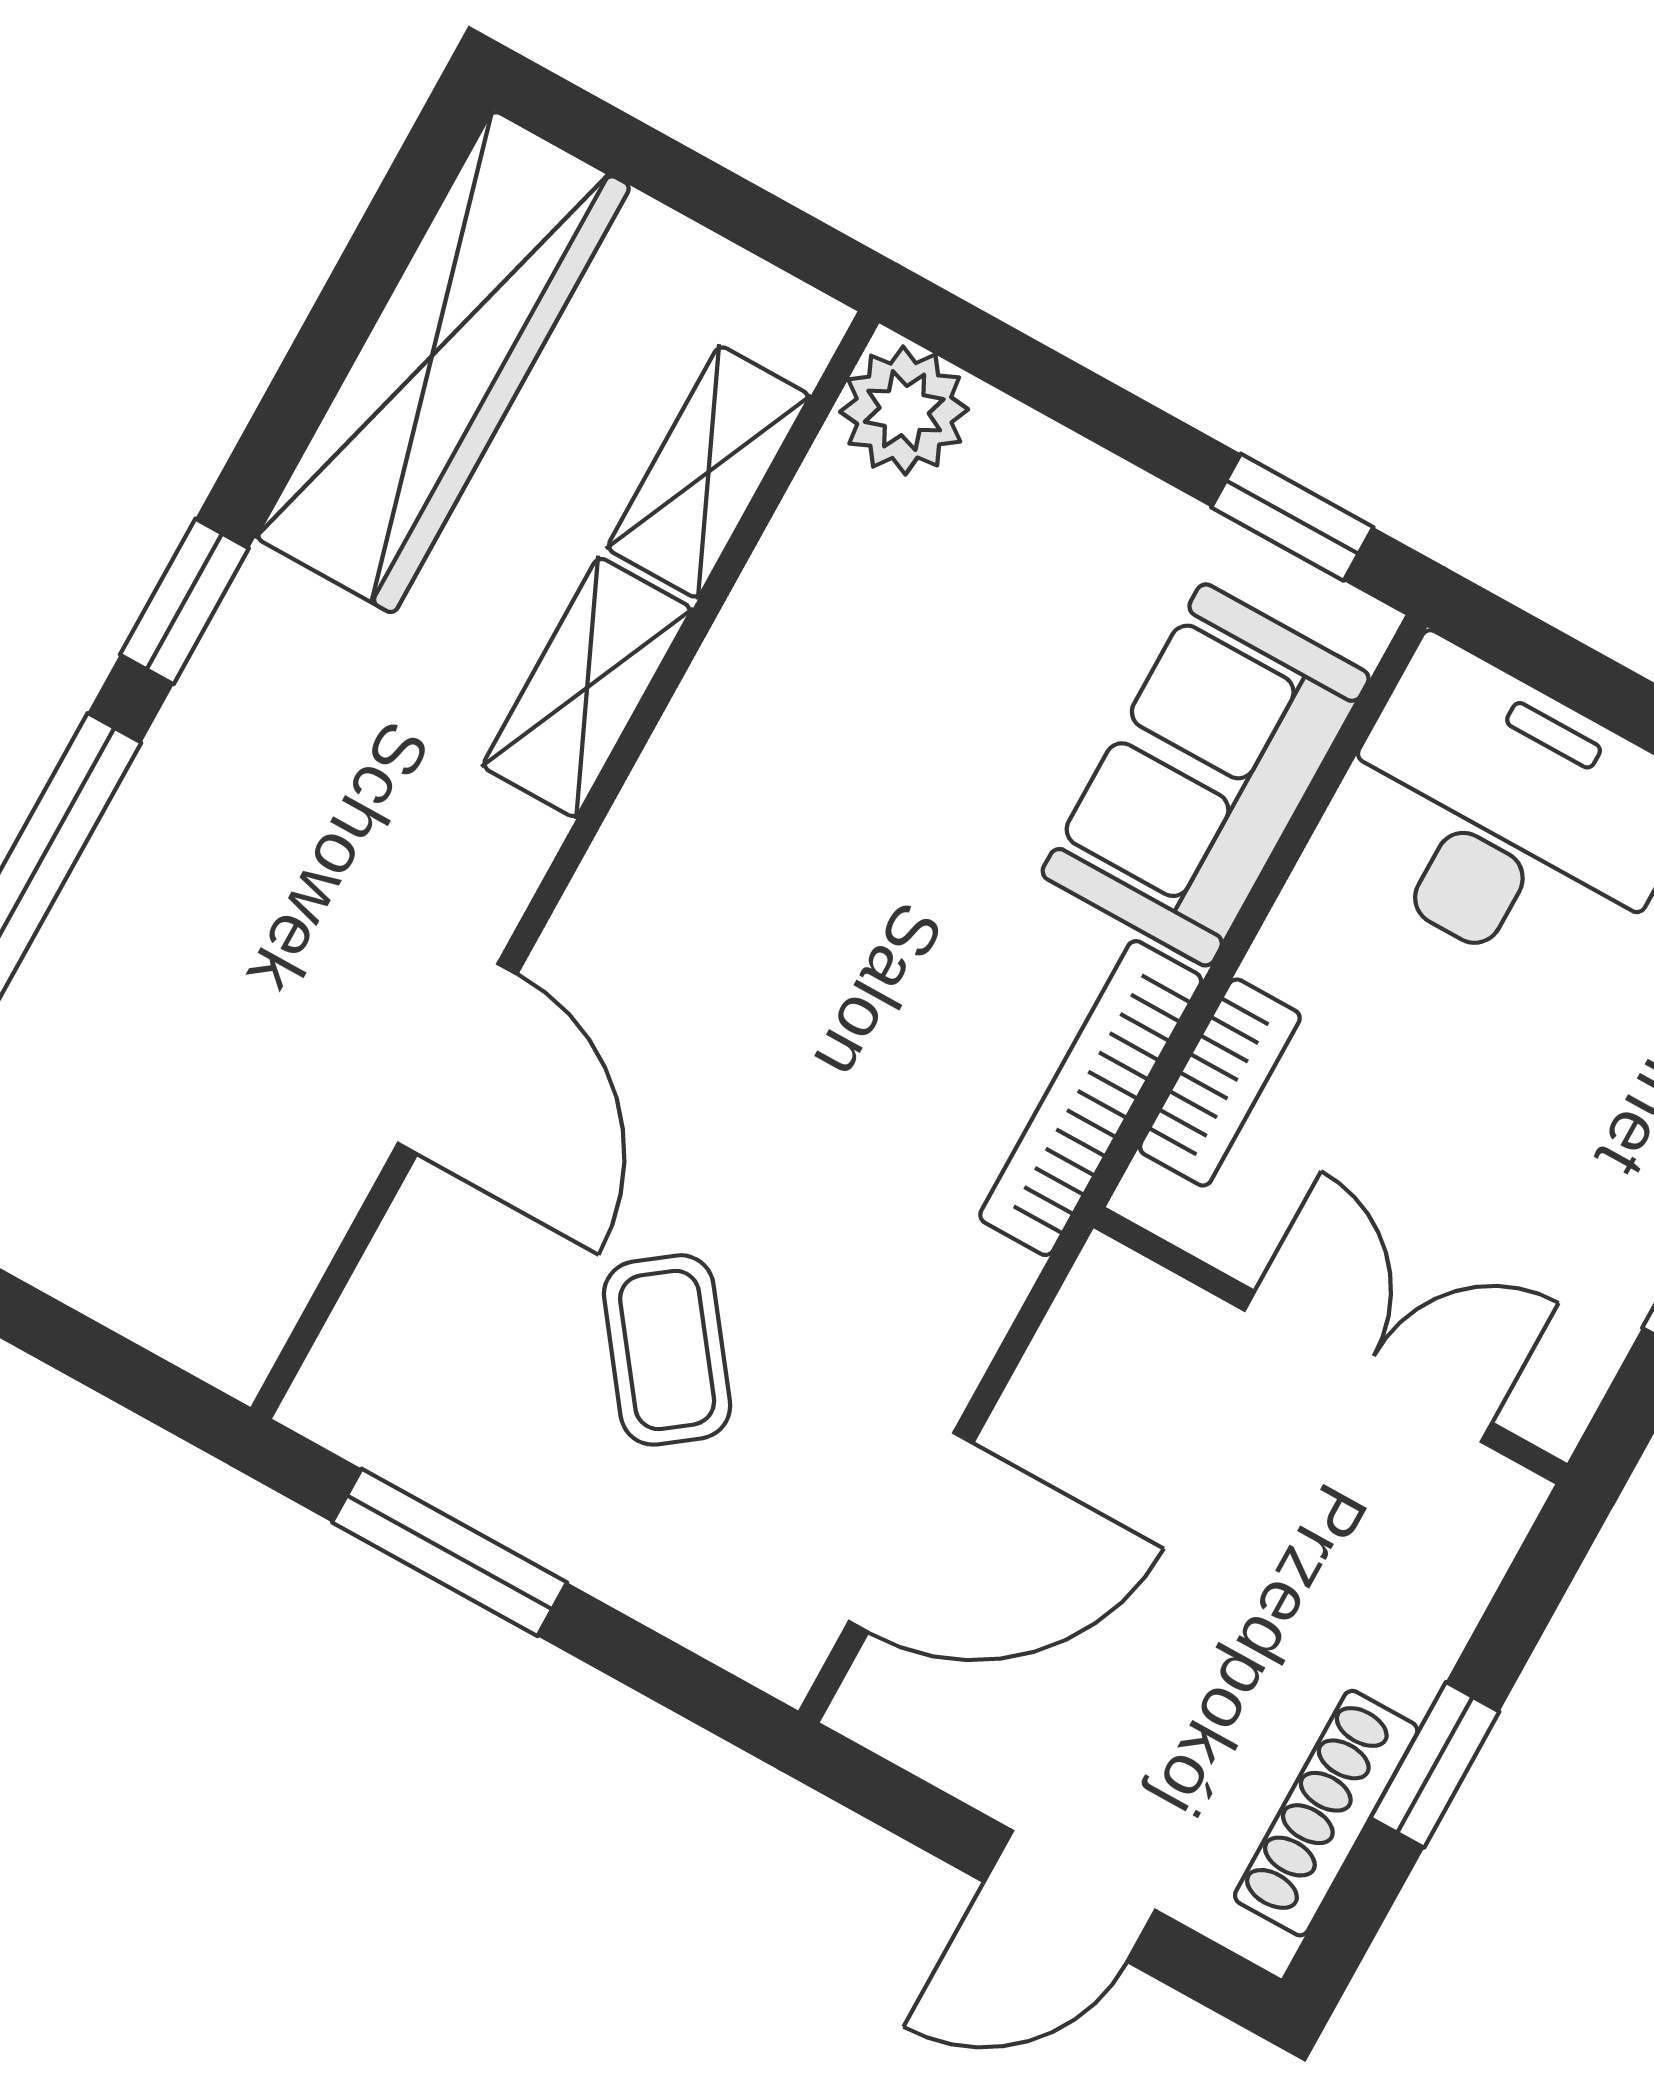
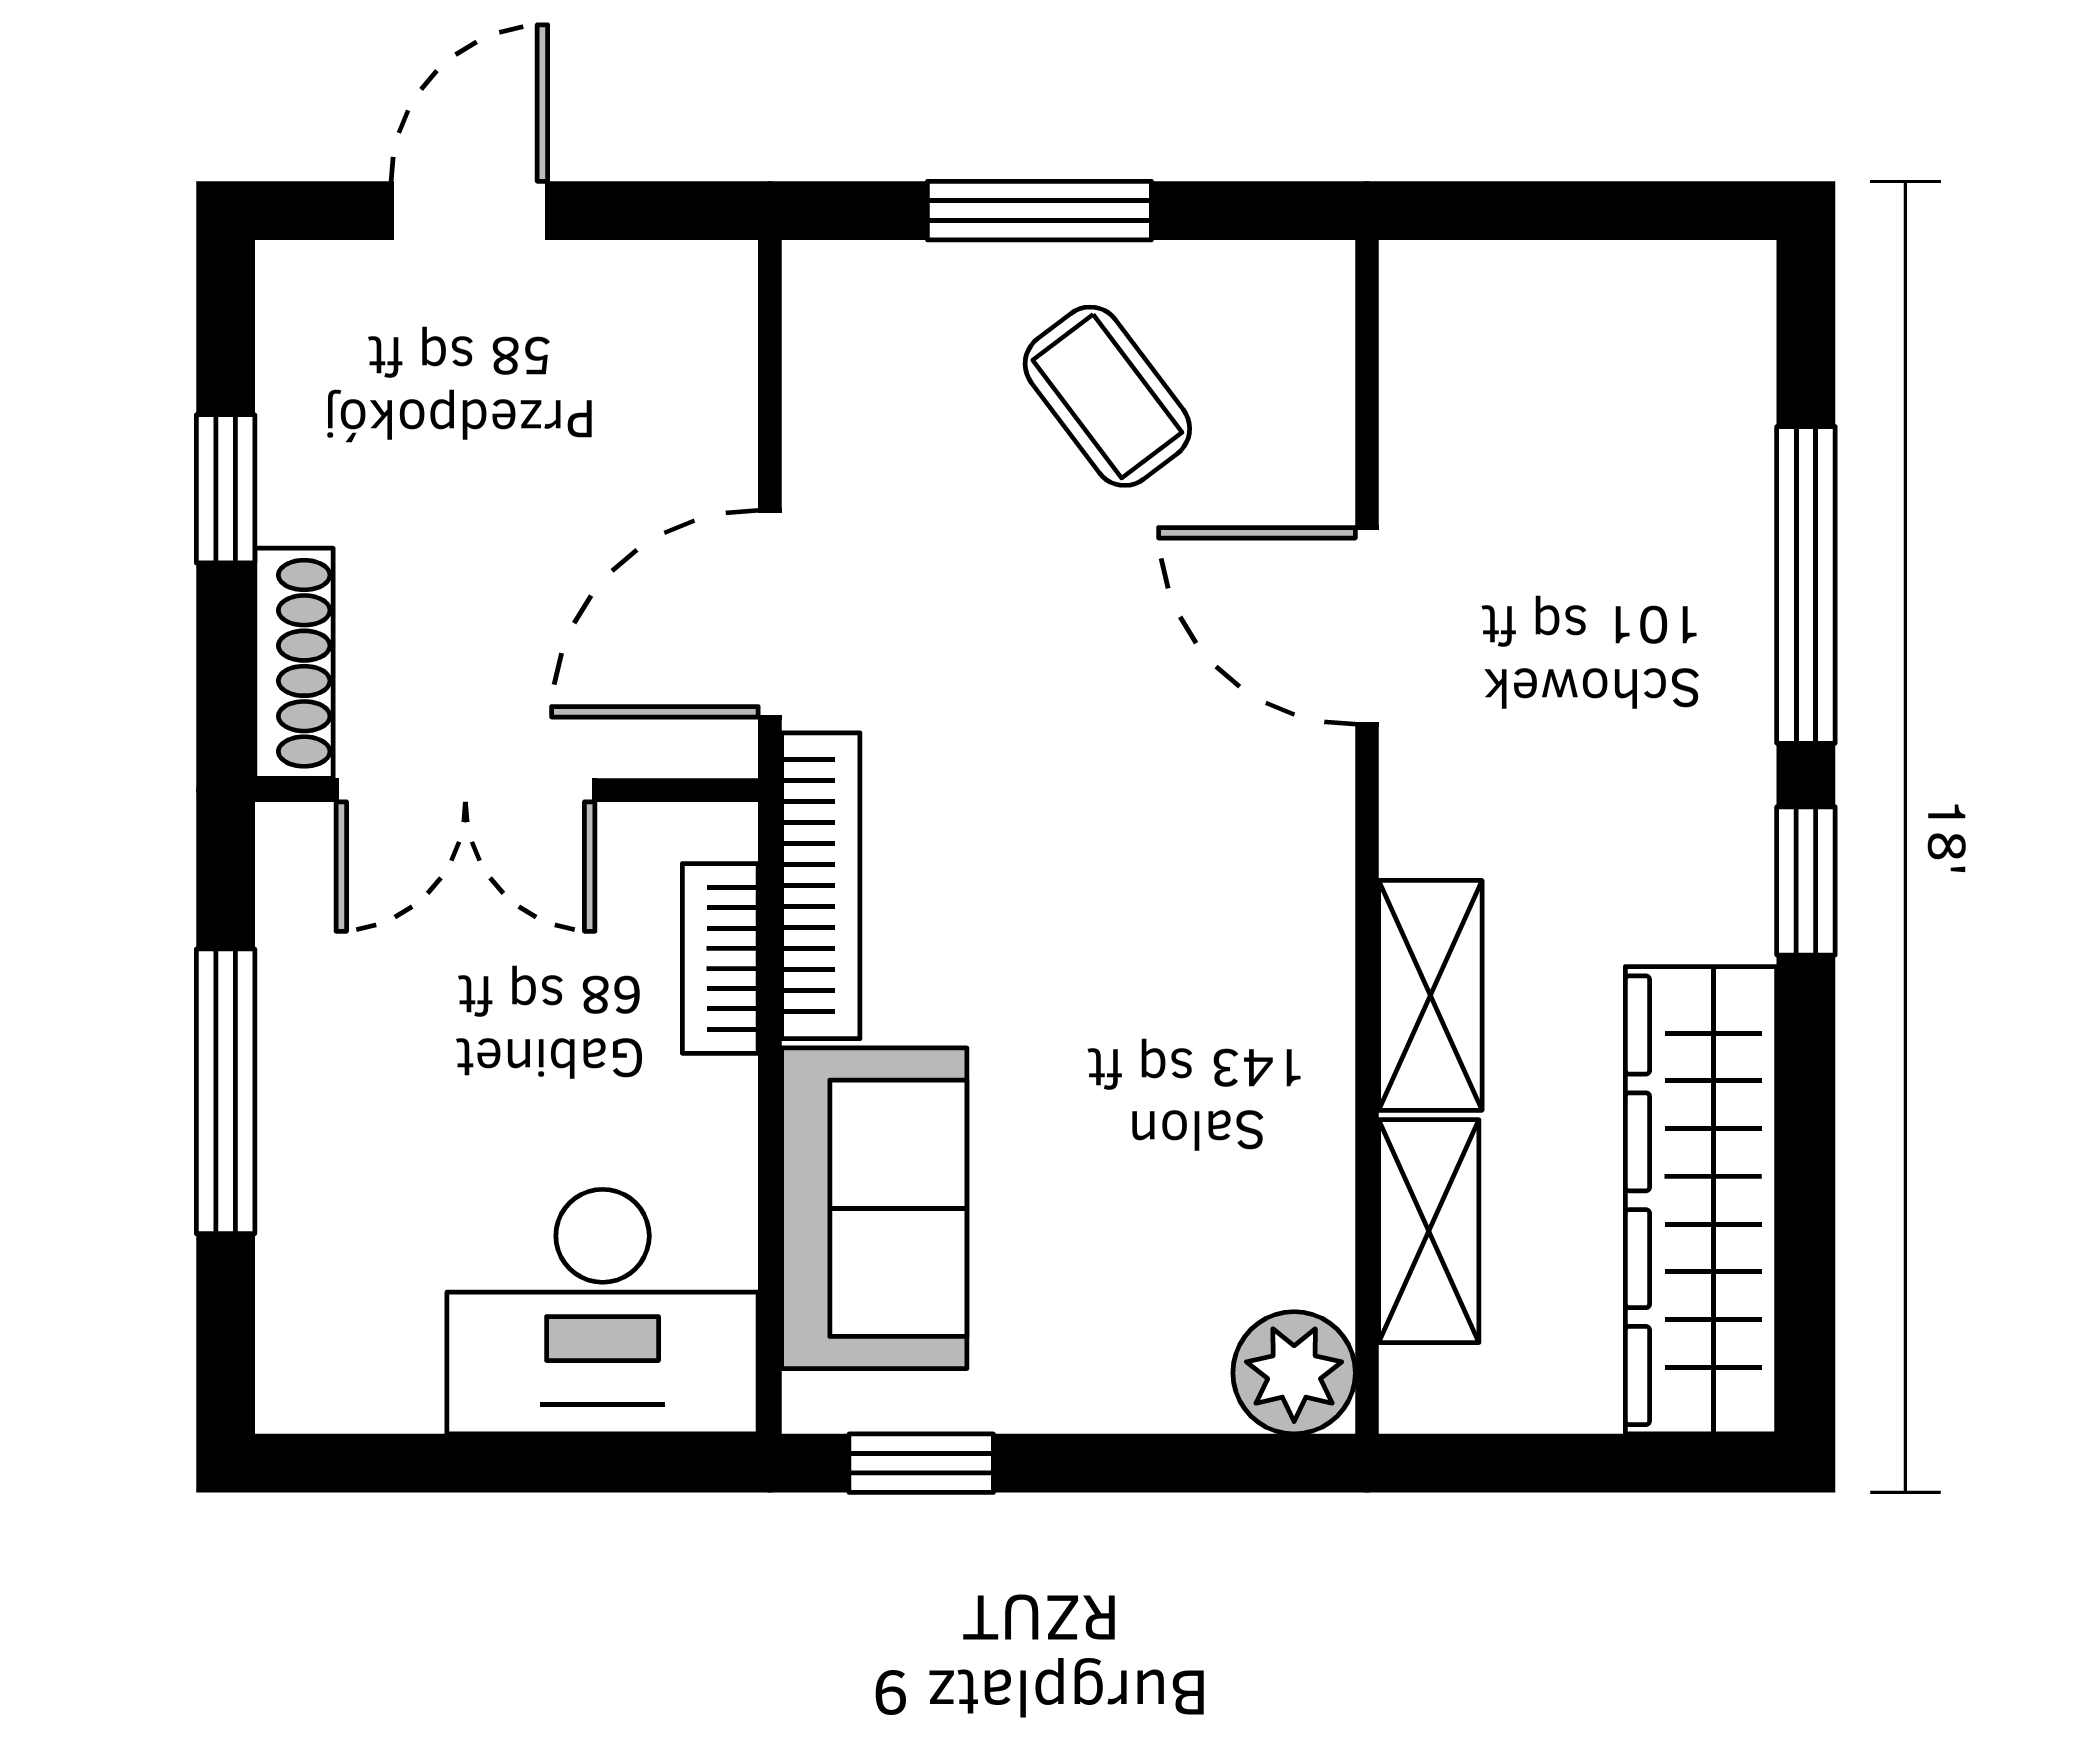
coffee table: (667, 1350) -> (1107, 396), moved
door: (911, 1532) -> (770, 614), moved
window: (450, 1552) -> (1039, 211), moved
shoe rack: (1326, 1813) -> (294, 663), moved

